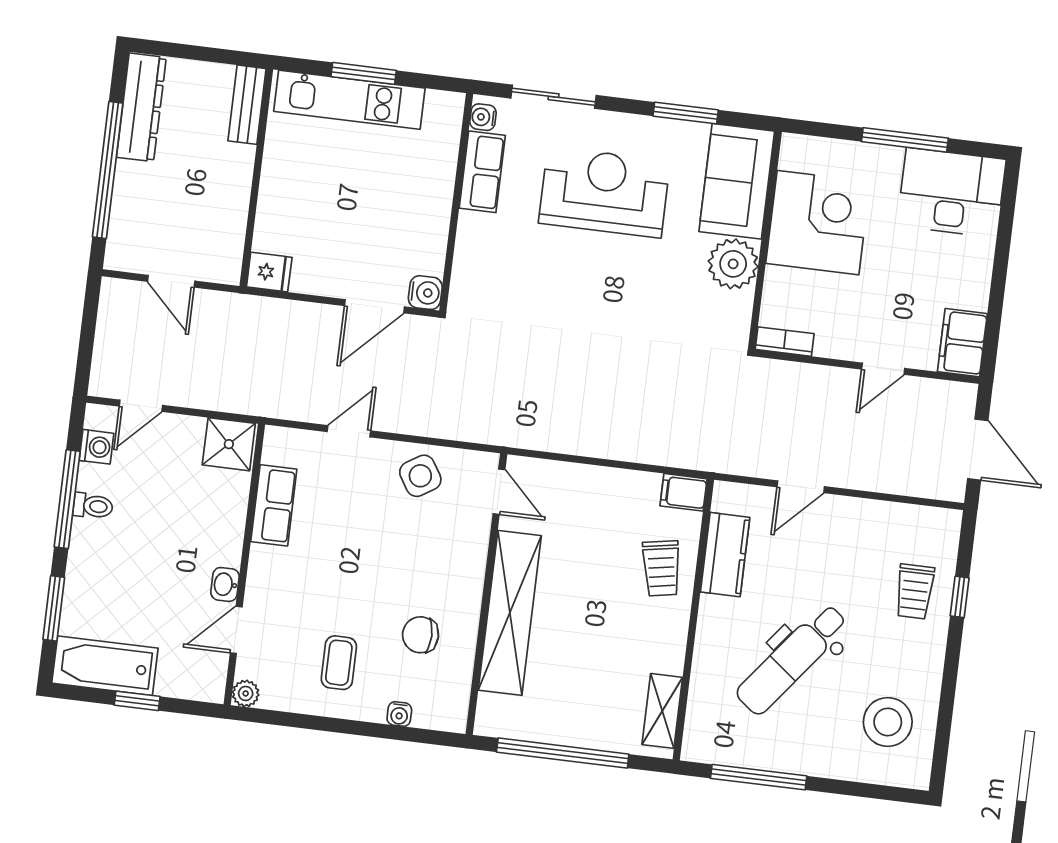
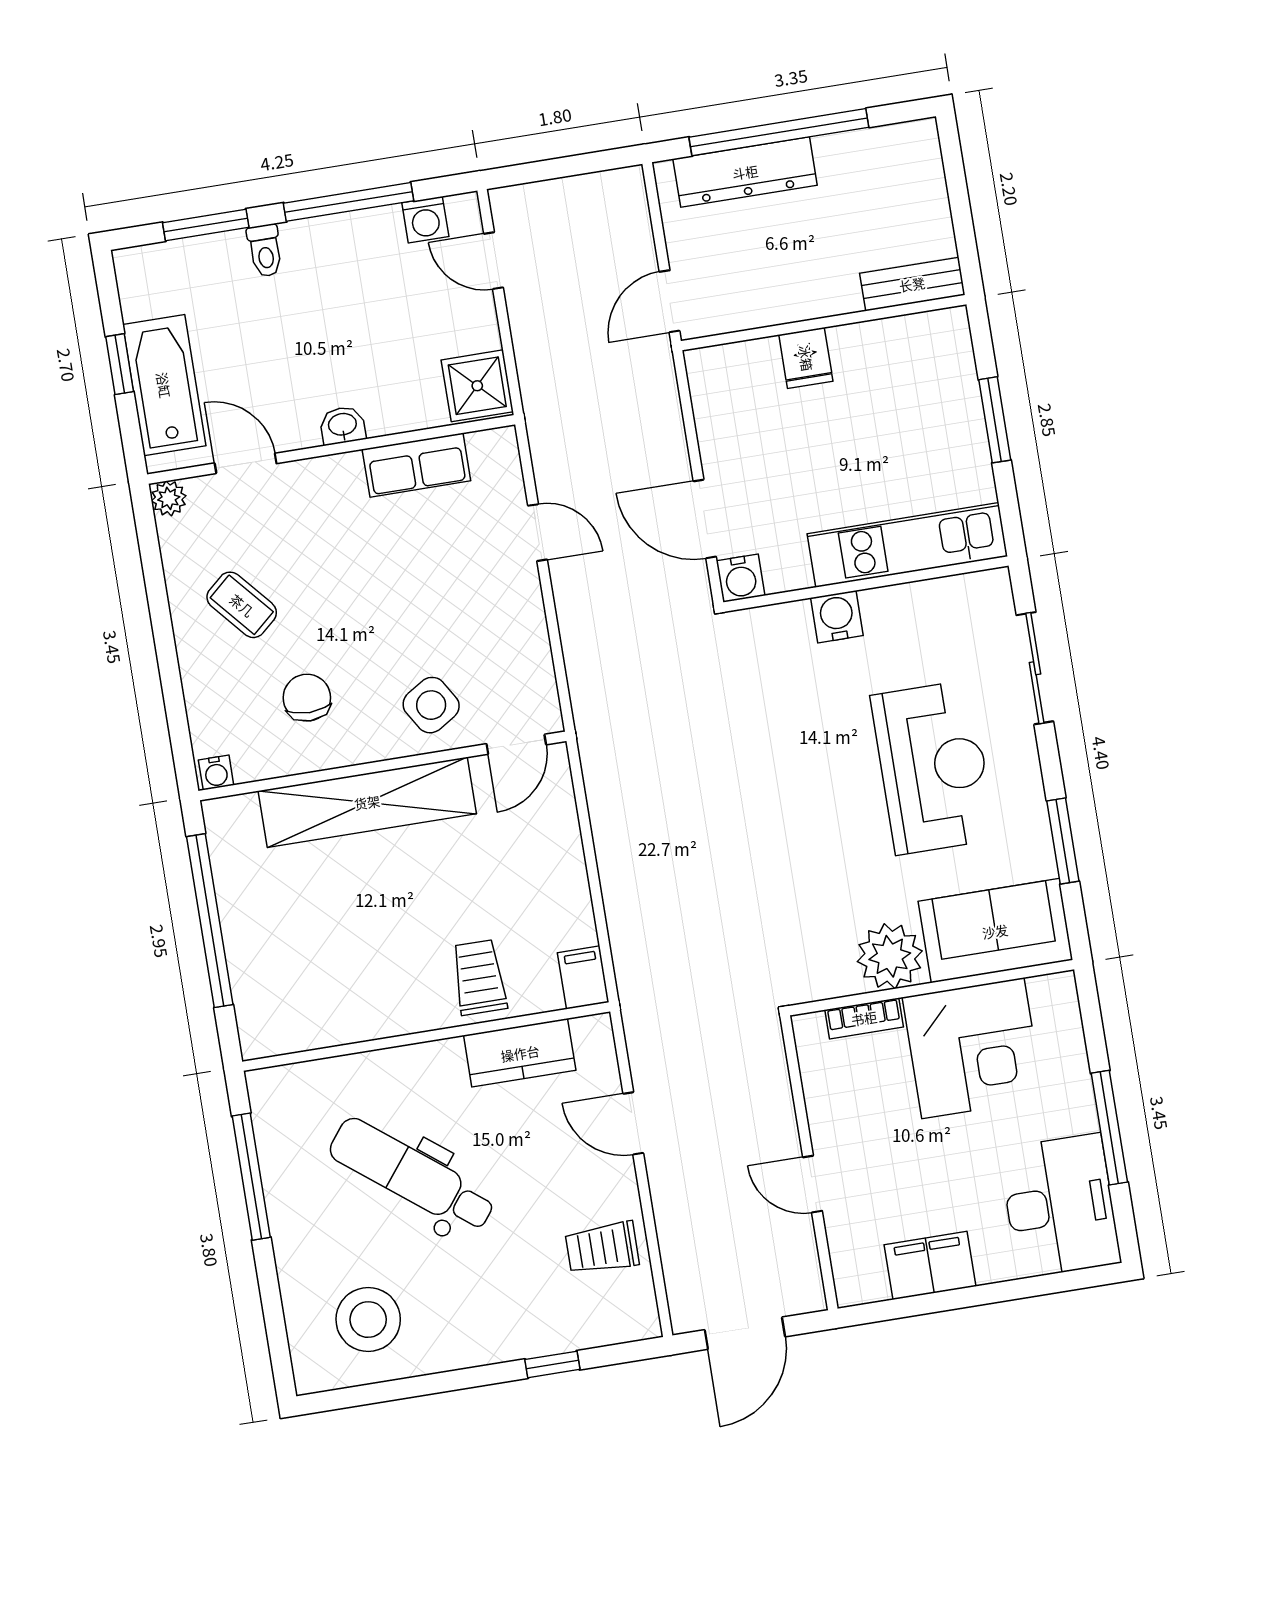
kitchen unit: (349, 100) -> (907, 545), moved, turned 90
dresser: (141, 107) -> (745, 172), moved
water cooler: (483, 117) -> (837, 617), moved, width x1.38, depth x1.38
row of seats: (482, 172) -> (914, 606), removed
fridge: (269, 272) -> (806, 358), moved
door: (171, 281) -> (670, 301), moved
bookcase: (785, 342) -> (864, 1018), moved, turned 90
filing cabinet: (962, 343) -> (930, 1266), moved
side table: (420, 476) -> (431, 705), moved
toilet: (93, 506) -> (265, 251), moved
trolley: (661, 568) -> (479, 977), turned 100
washbasin: (225, 584) -> (343, 425), moved
trolley: (915, 591) -> (602, 1248), moved
coffee table: (339, 663) -> (242, 605), turned 49
bathtub: (105, 666) -> (164, 385), moved
shelving: (662, 711) -> (299, 1031), removed
water cooler: (399, 714) -> (216, 773), moved, turned -90

